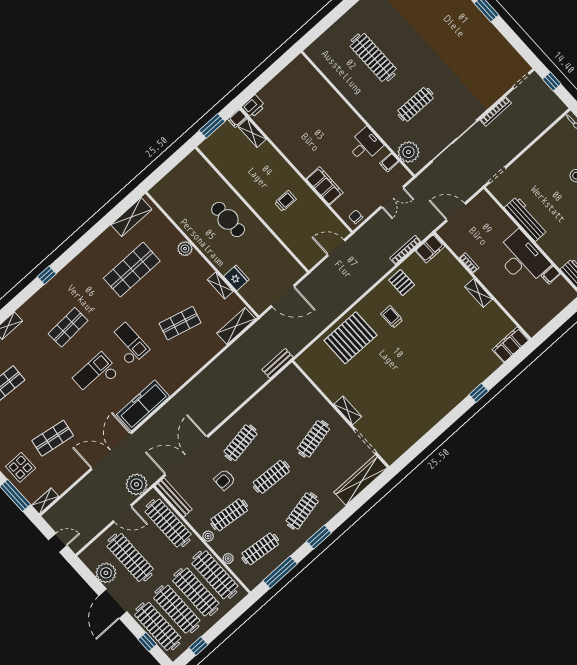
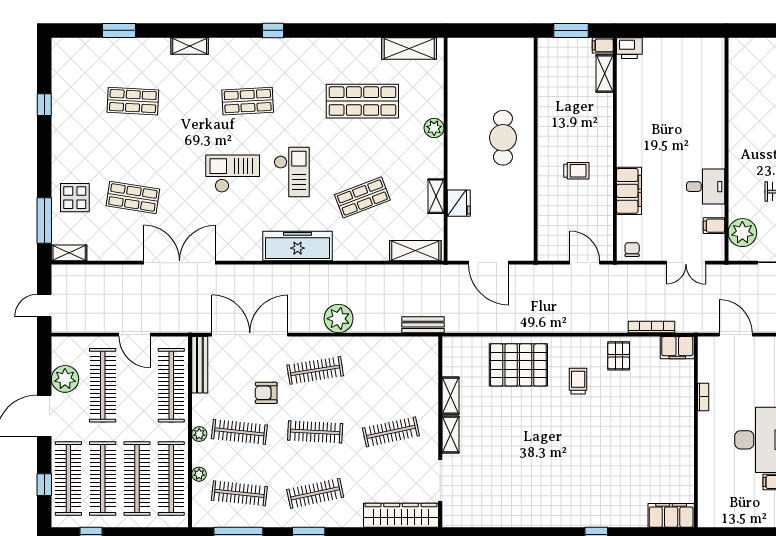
shelving: (479, 293) -> (450, 396), moved
shop shelf: (180, 323) -> (362, 197), turned -36
freezer: (143, 405) -> (298, 246), moved
plant: (137, 484) -> (338, 319), moved
door: (58, 543) -> (44, 306), swing flipped

